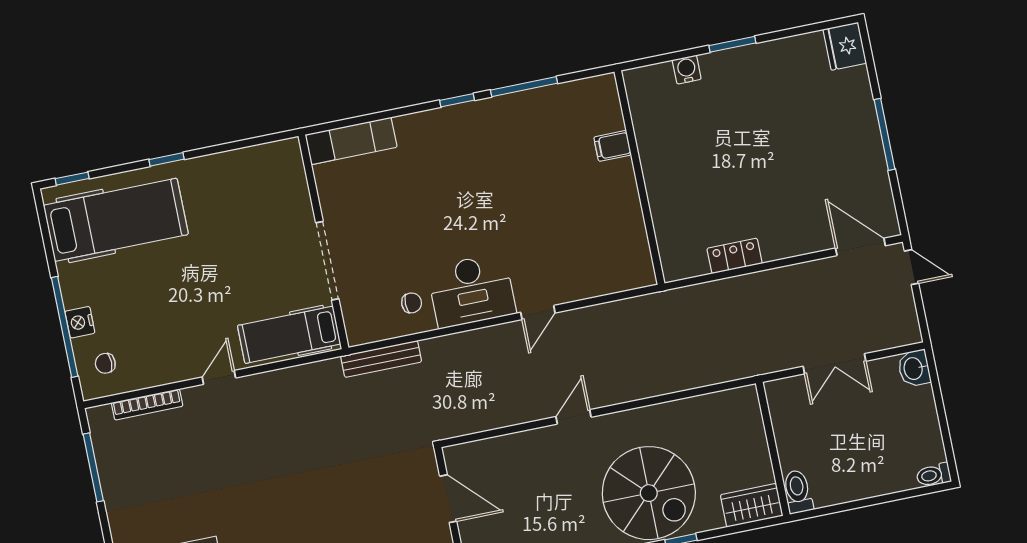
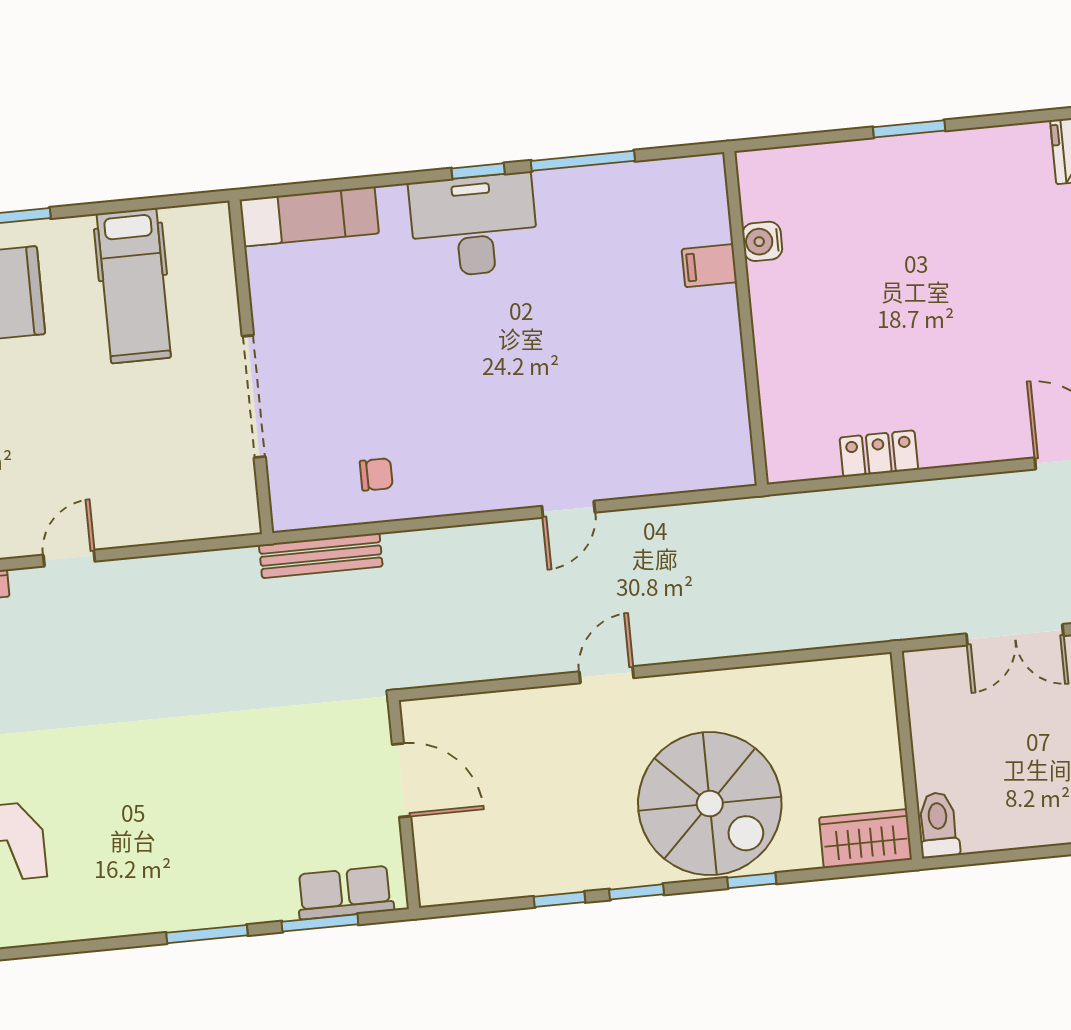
water cooler: (687, 70) -> (762, 241), moved, turned -90
desk: (472, 291) -> (474, 225), moved, turned 180
hospital bed: (289, 335) -> (134, 286), moved, turned -90

